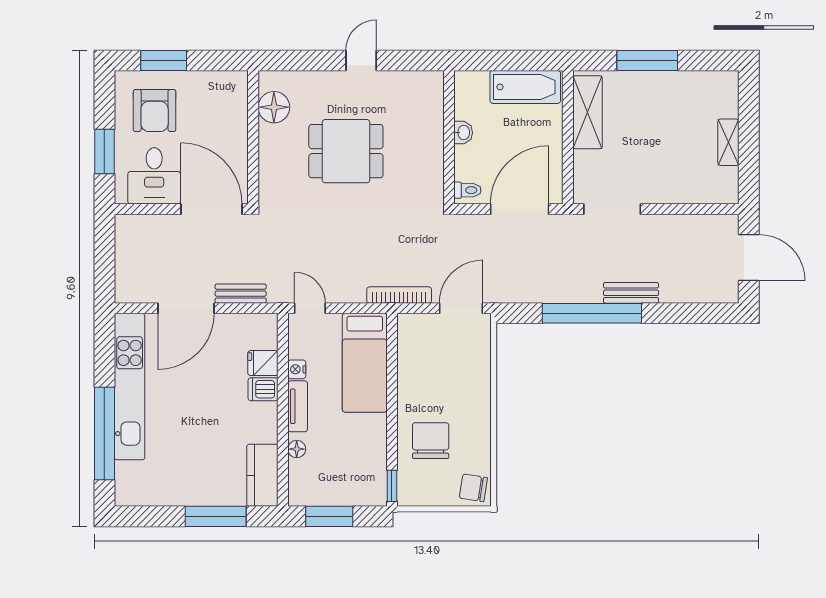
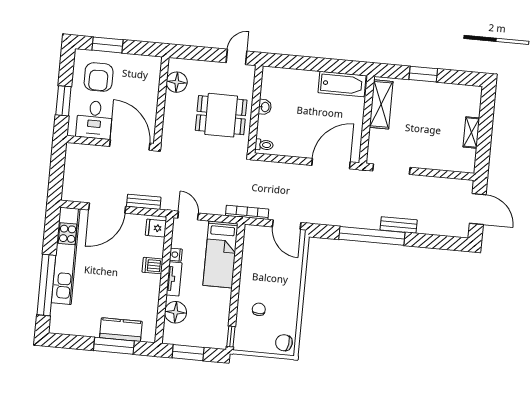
window: (647, 60) -> (423, 74), width x0.69
washbasin: (463, 133) -> (265, 107), moved
wall: (449, 137) -> (255, 109), moved
toilet: (467, 190) -> (264, 145), moved
door: (461, 308) -> (287, 225), swing flipped
fridge: (263, 363) -> (156, 228), moved
chair: (431, 441) -> (259, 309), width x0.54, depth x0.54
floor lamp: (297, 449) -> (176, 312), width x1.89, depth x1.89
kitchen counter: (262, 475) -> (121, 330), moved, turned 90

